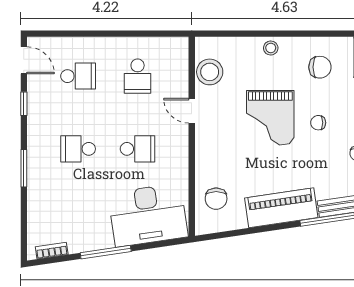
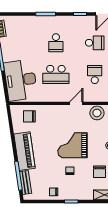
school desk: (78, 76) -> (95, 43), turned -90
school desk: (138, 76) -> (95, 74), turned 90
school desk: (78, 149) -> (56, 43), turned 180
school desk: (138, 149) -> (56, 74), width x1.85

